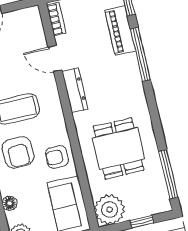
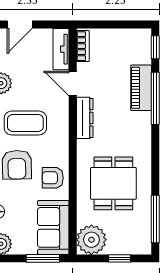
tv unit: (35, 27) -> (61, 49), added
piano: (120, 31) -> (141, 88), moved

